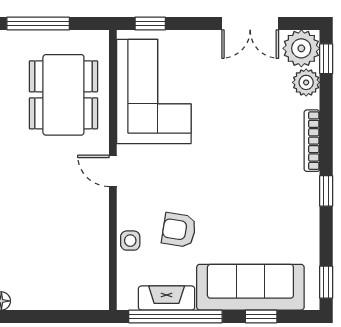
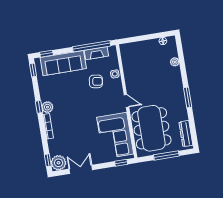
plant: (306, 82) -> (47, 107), moved
dining table: (63, 95) -> (151, 128), width x1.36, depth x1.24
window: (261, 316) -> (47, 54), moved

